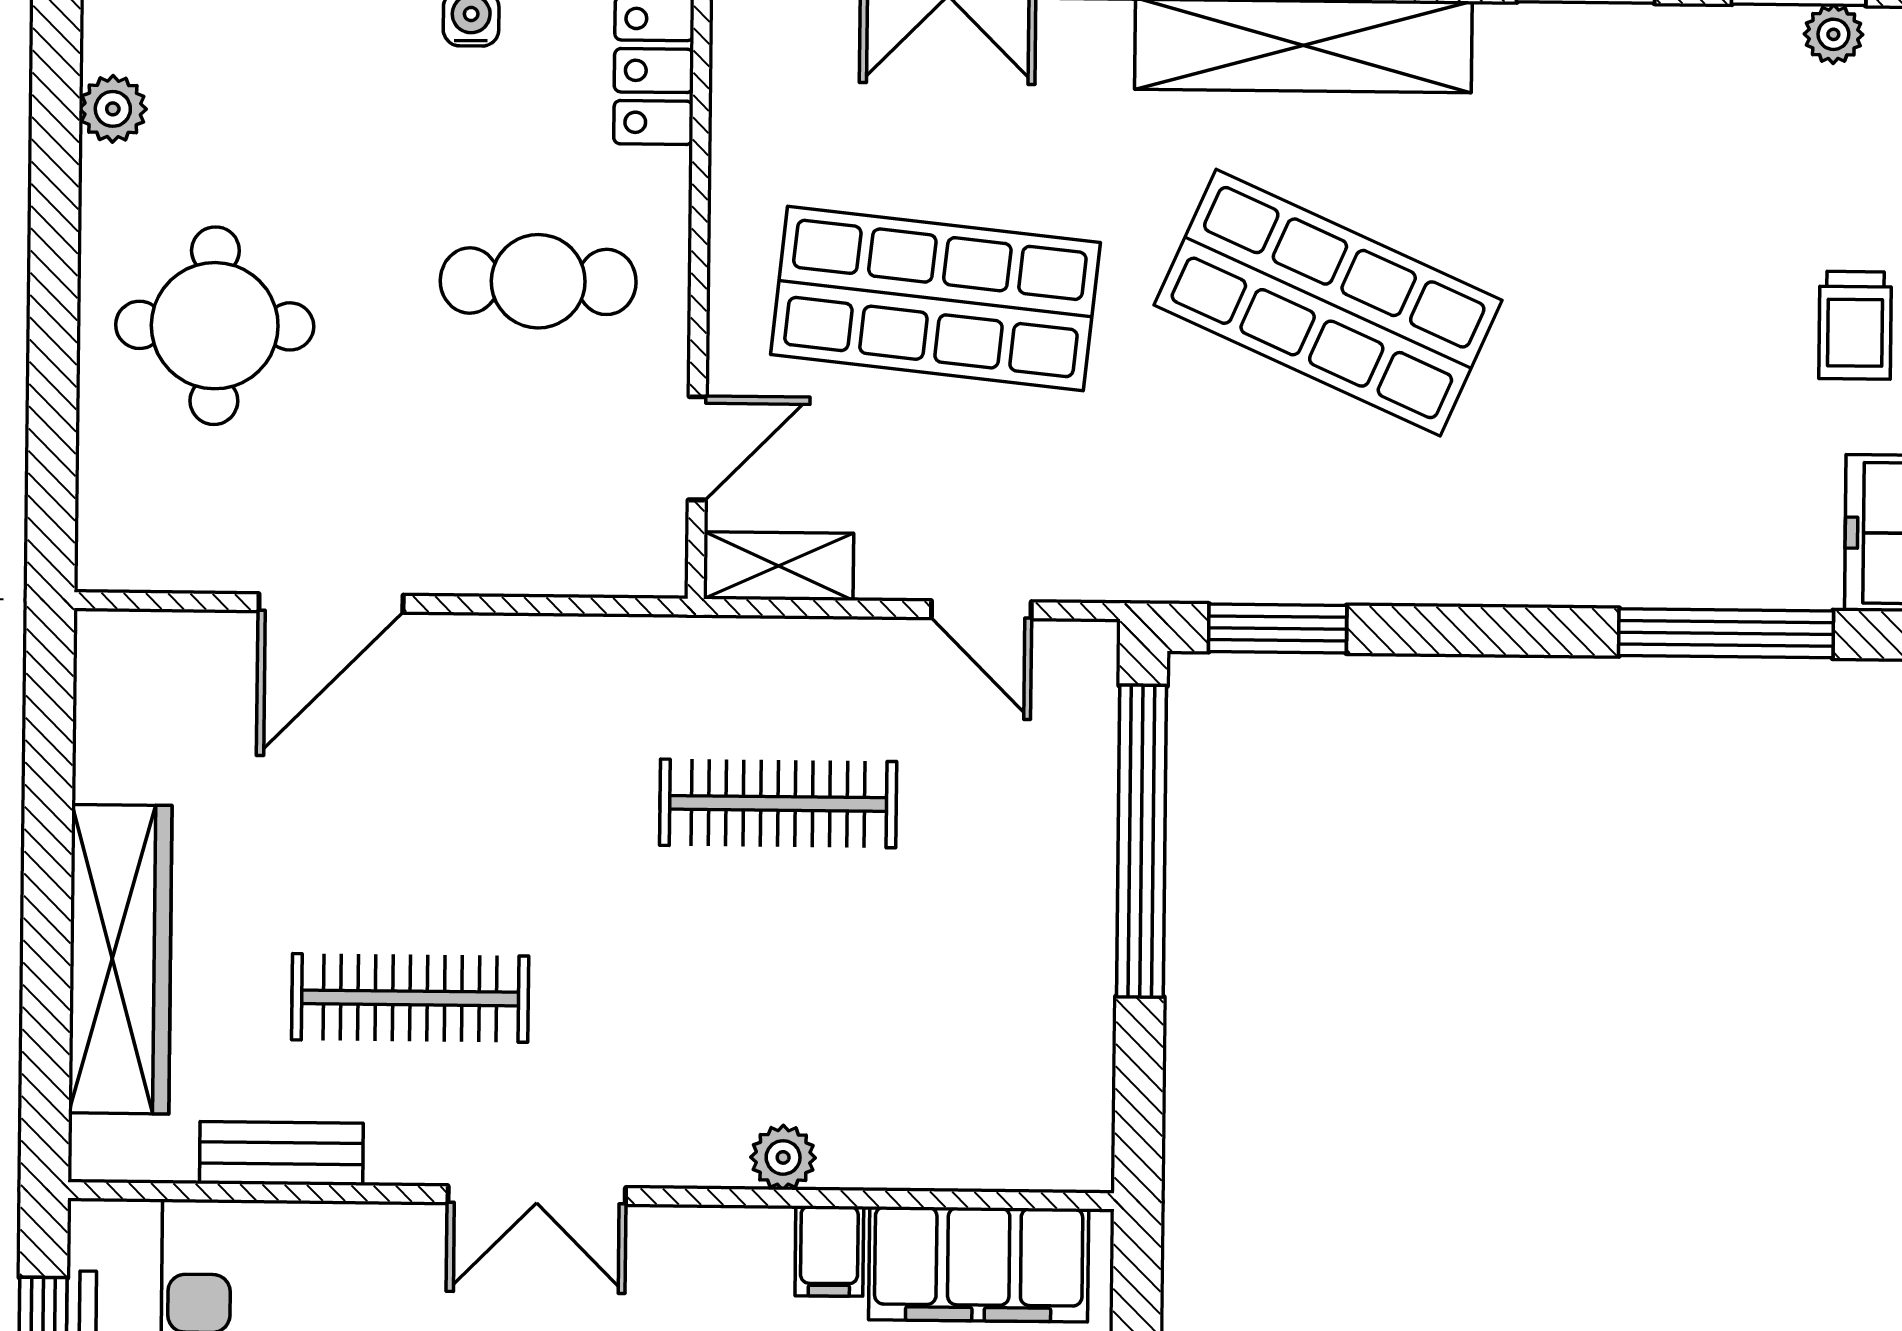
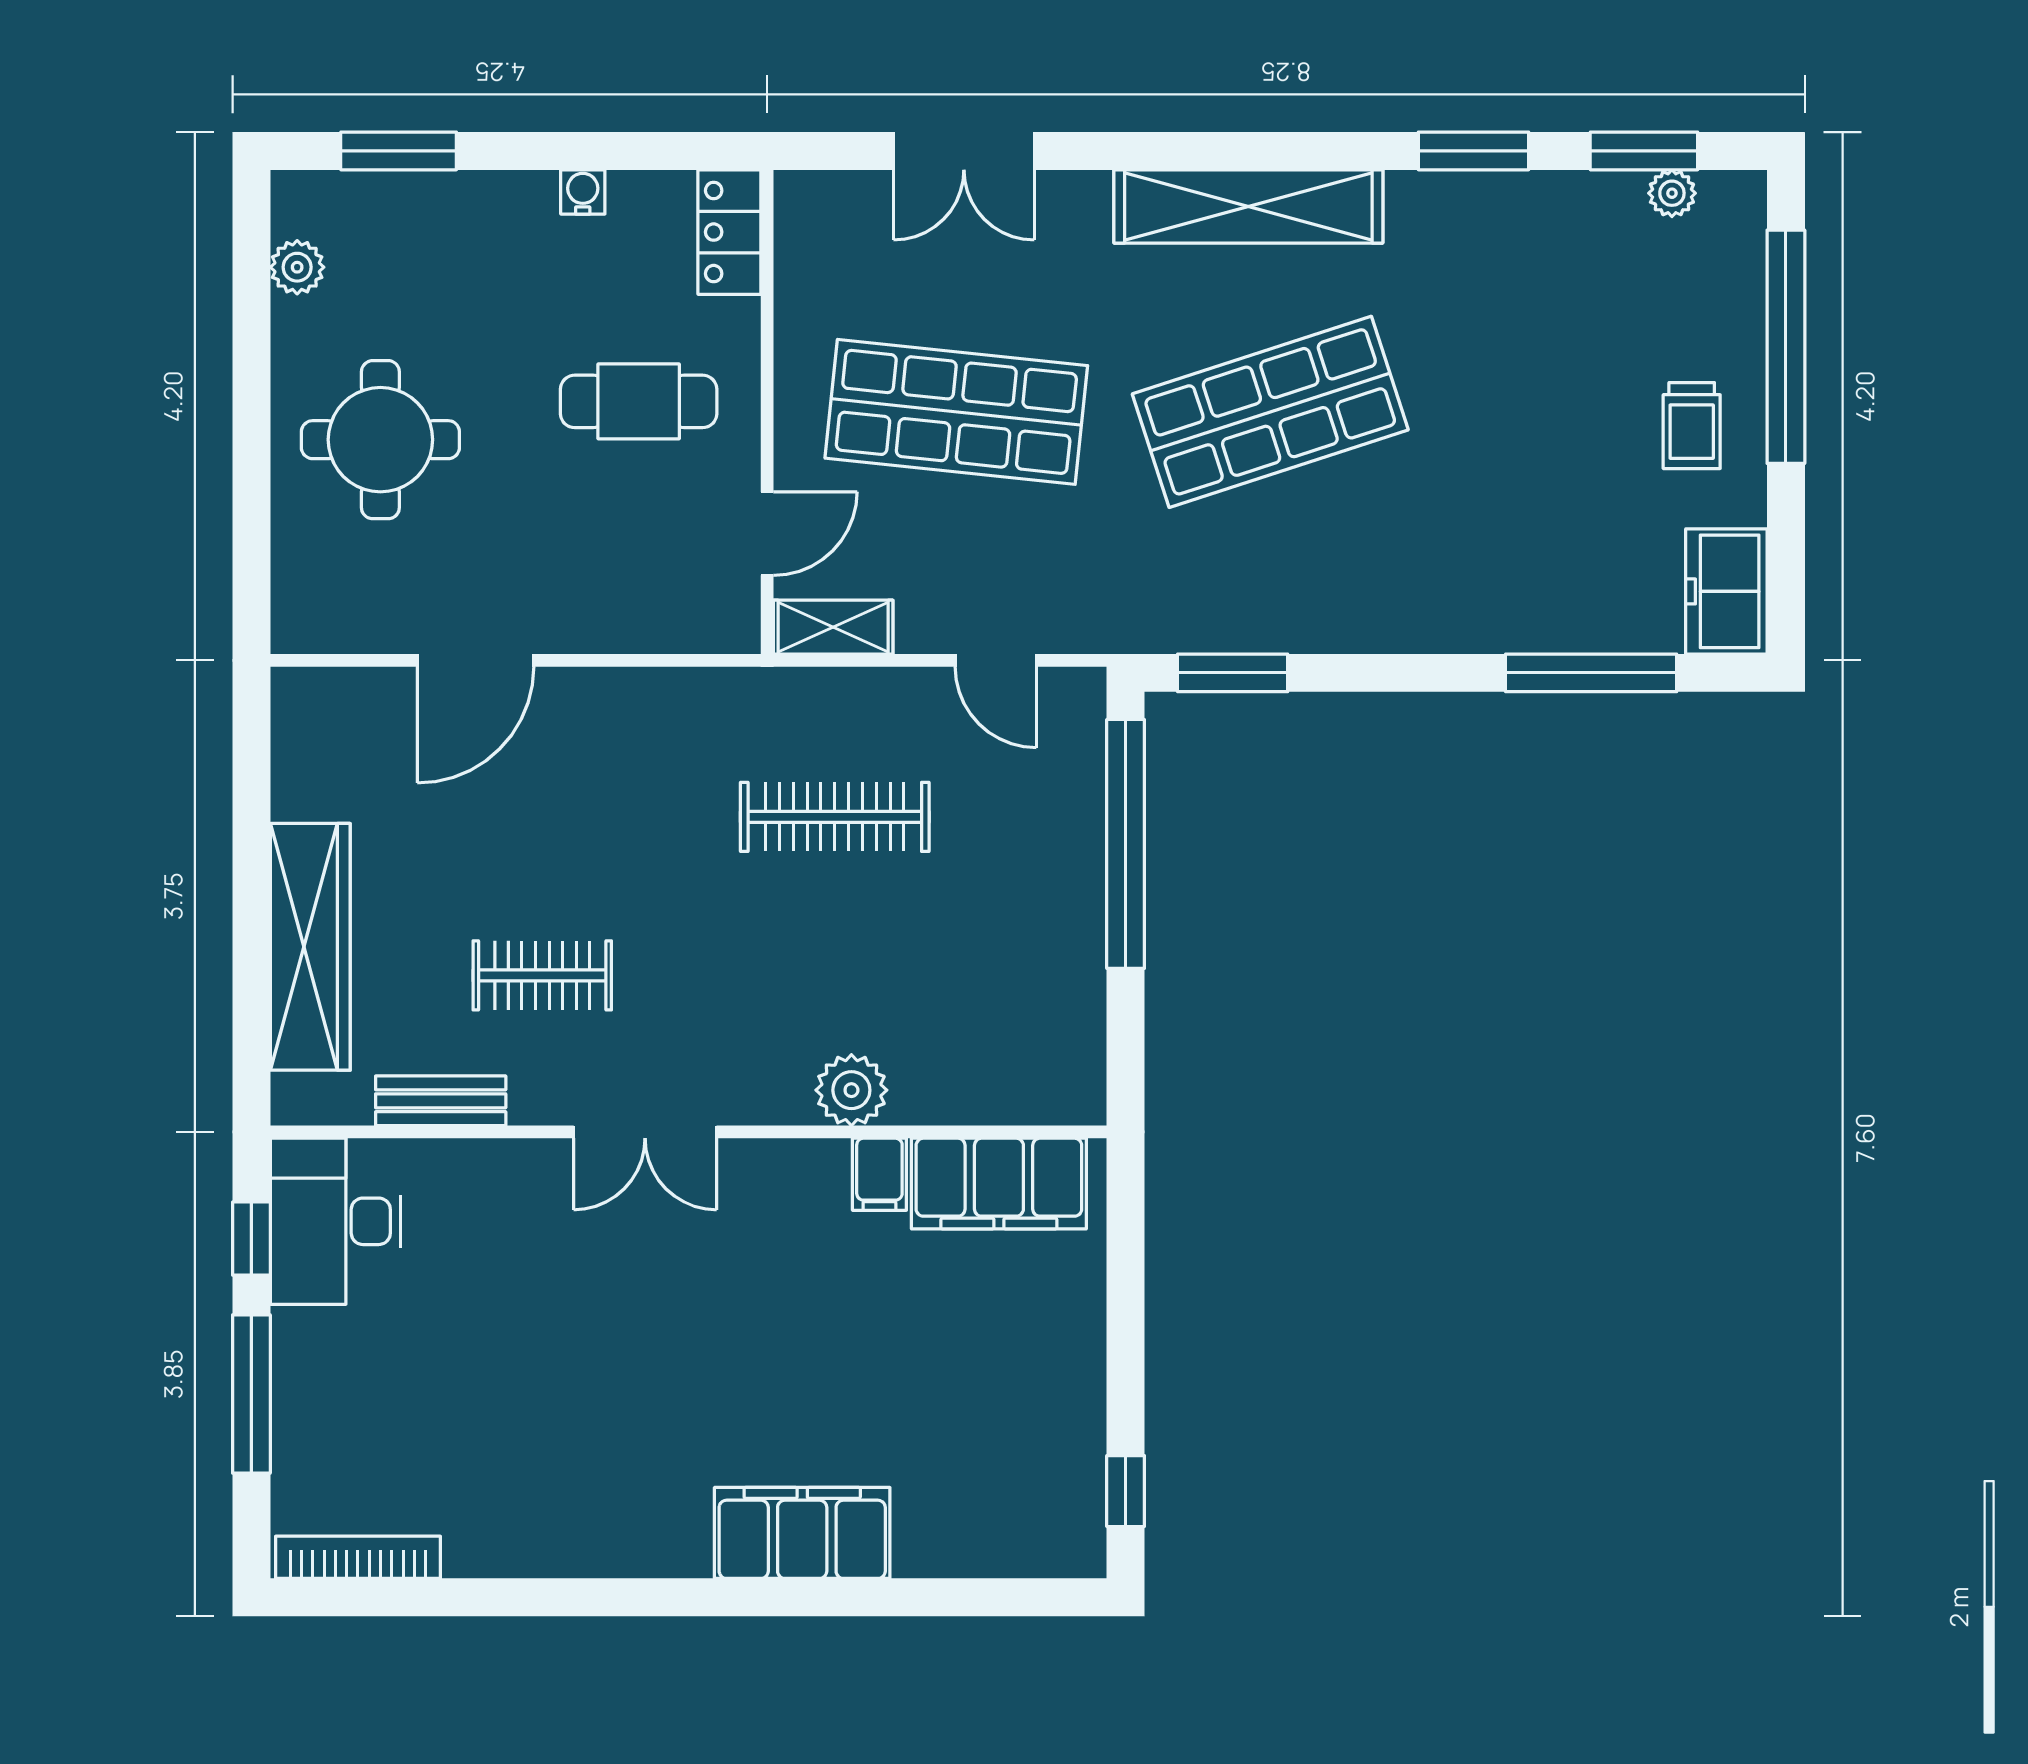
shop shelf: (1328, 303) -> (1270, 412), turned -42
clothes rail: (410, 998) -> (542, 975), width x0.73
plant: (783, 1157) -> (851, 1090), width x1.38, depth x1.38

